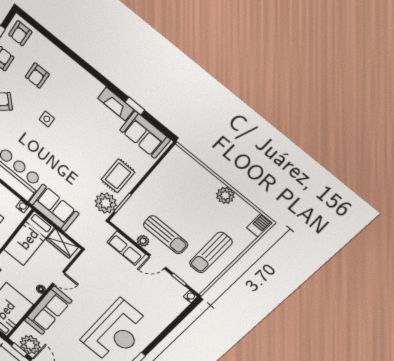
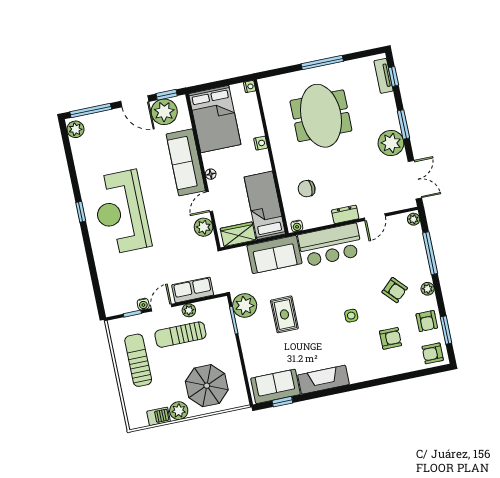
armchair: (20, 33) -> (433, 353), turned -90
armchair: (37, 76) -> (390, 338), turned 90
fireplace: (116, 104) -> (324, 380), width x1.37, depth x1.32
window: (135, 106) -> (282, 402), moved
rug: (118, 176) -> (284, 314), moved
parasol: (188, 188) -> (207, 386), added
barbecue: (259, 225) -> (159, 416), moved, turned -90
plant: (78, 270) -> (204, 227), added
water cooler: (190, 297) -> (143, 304), moved

